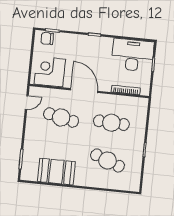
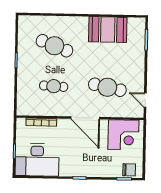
door: (27, 102) -> (145, 100), hinge flipped
cafe table: (111, 123) -> (54, 86), width x0.73, depth x0.74

